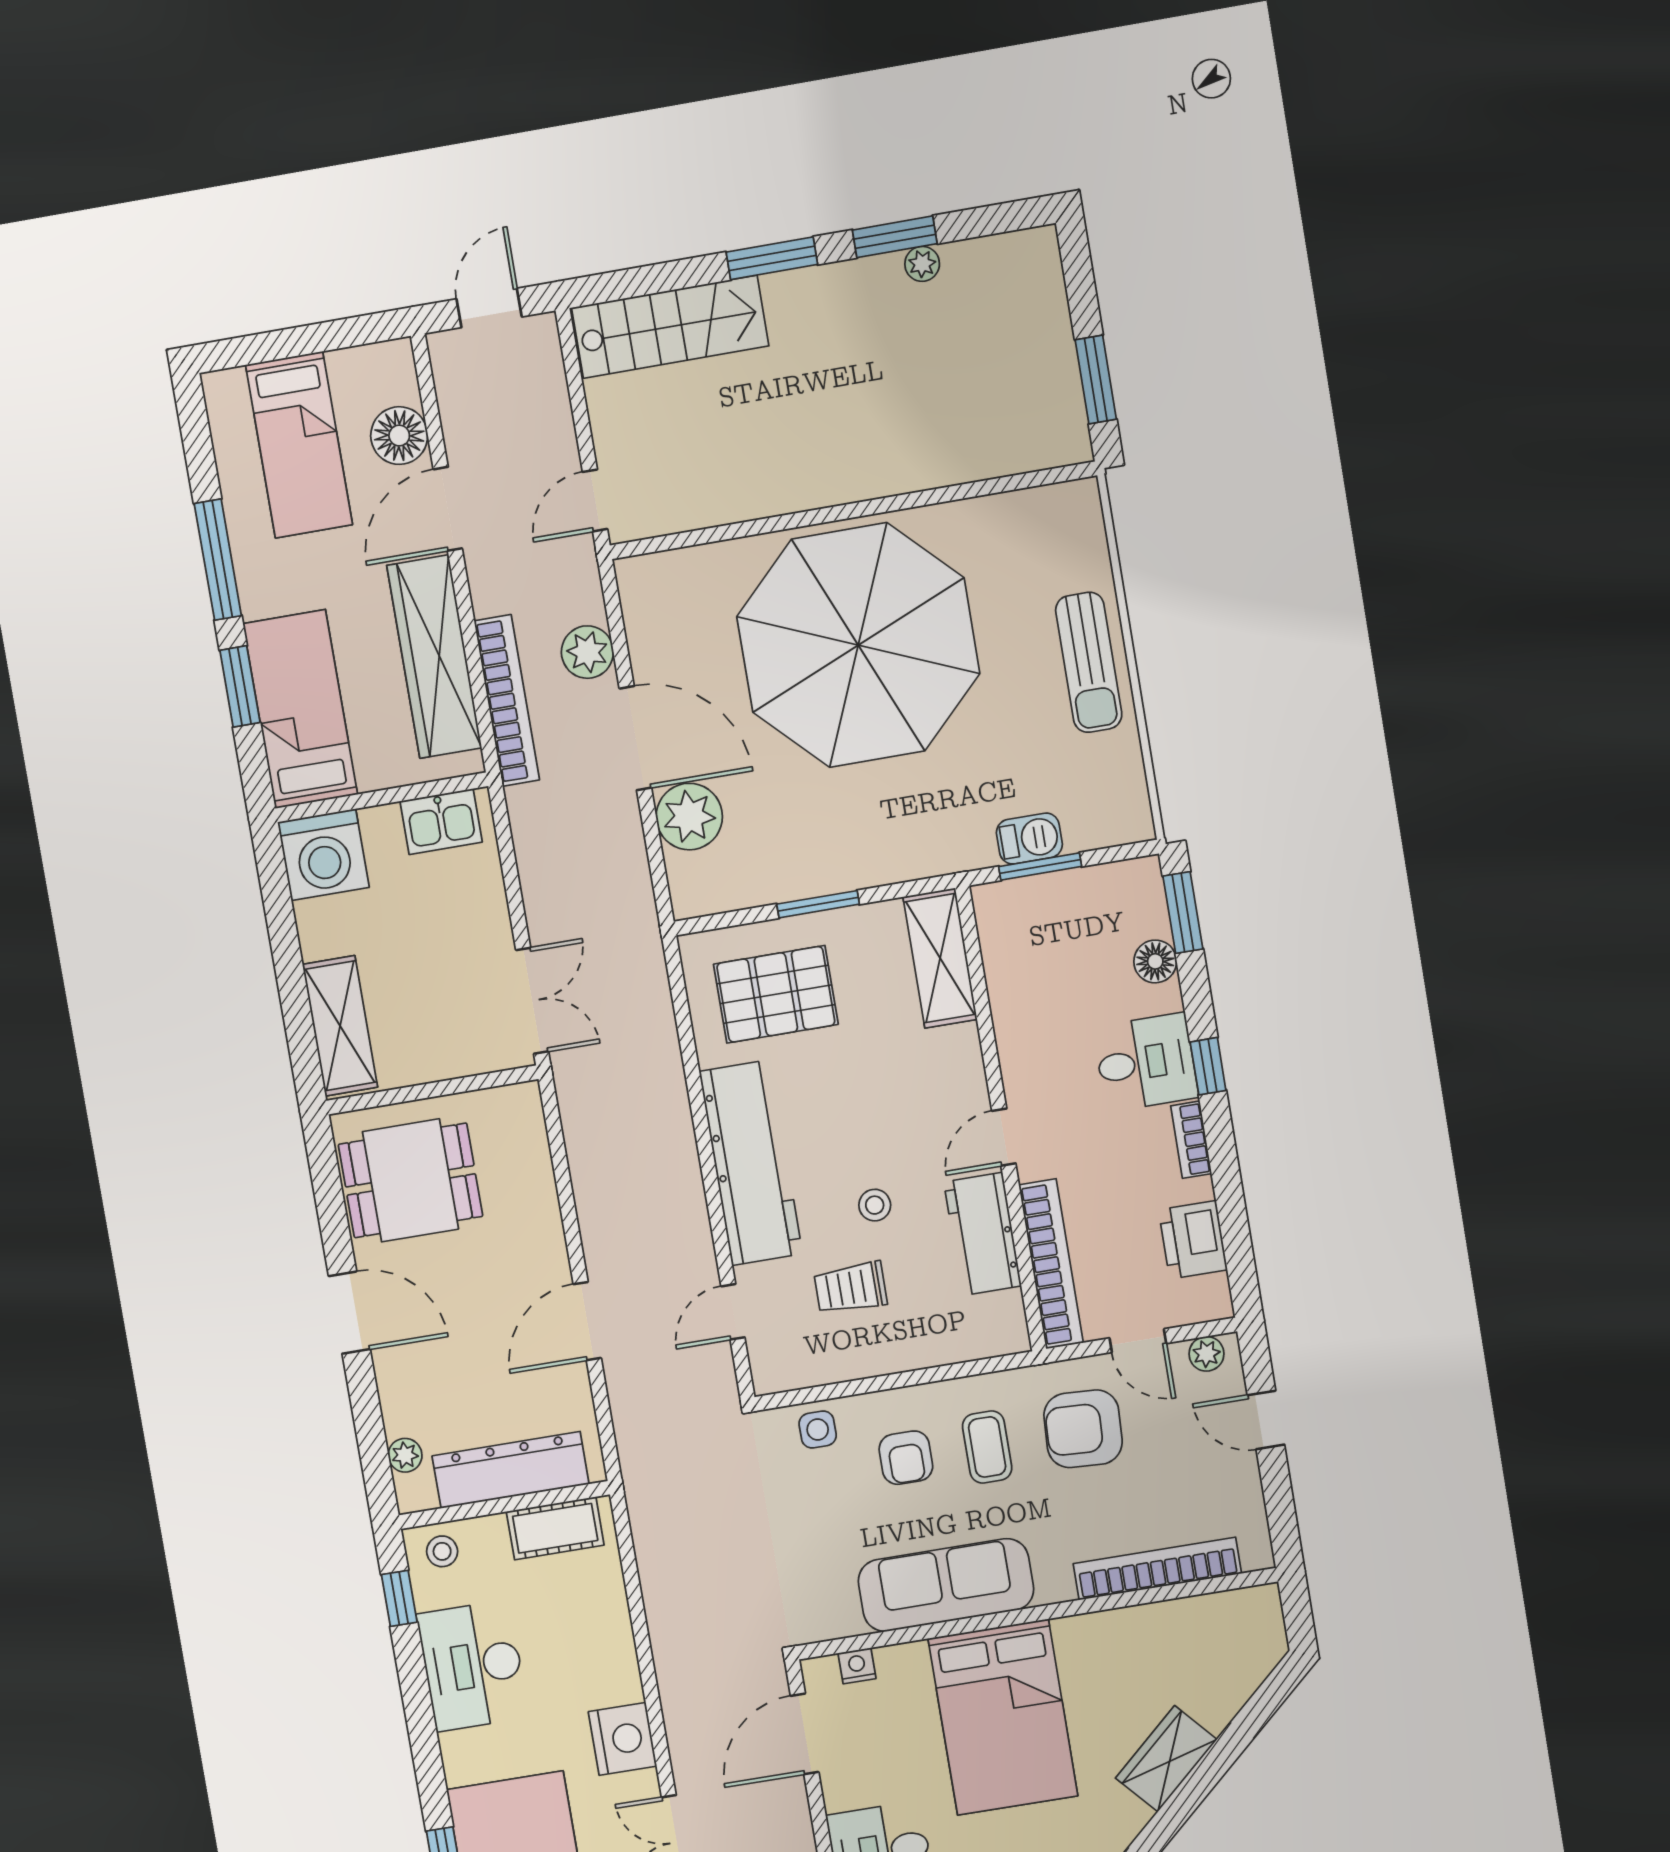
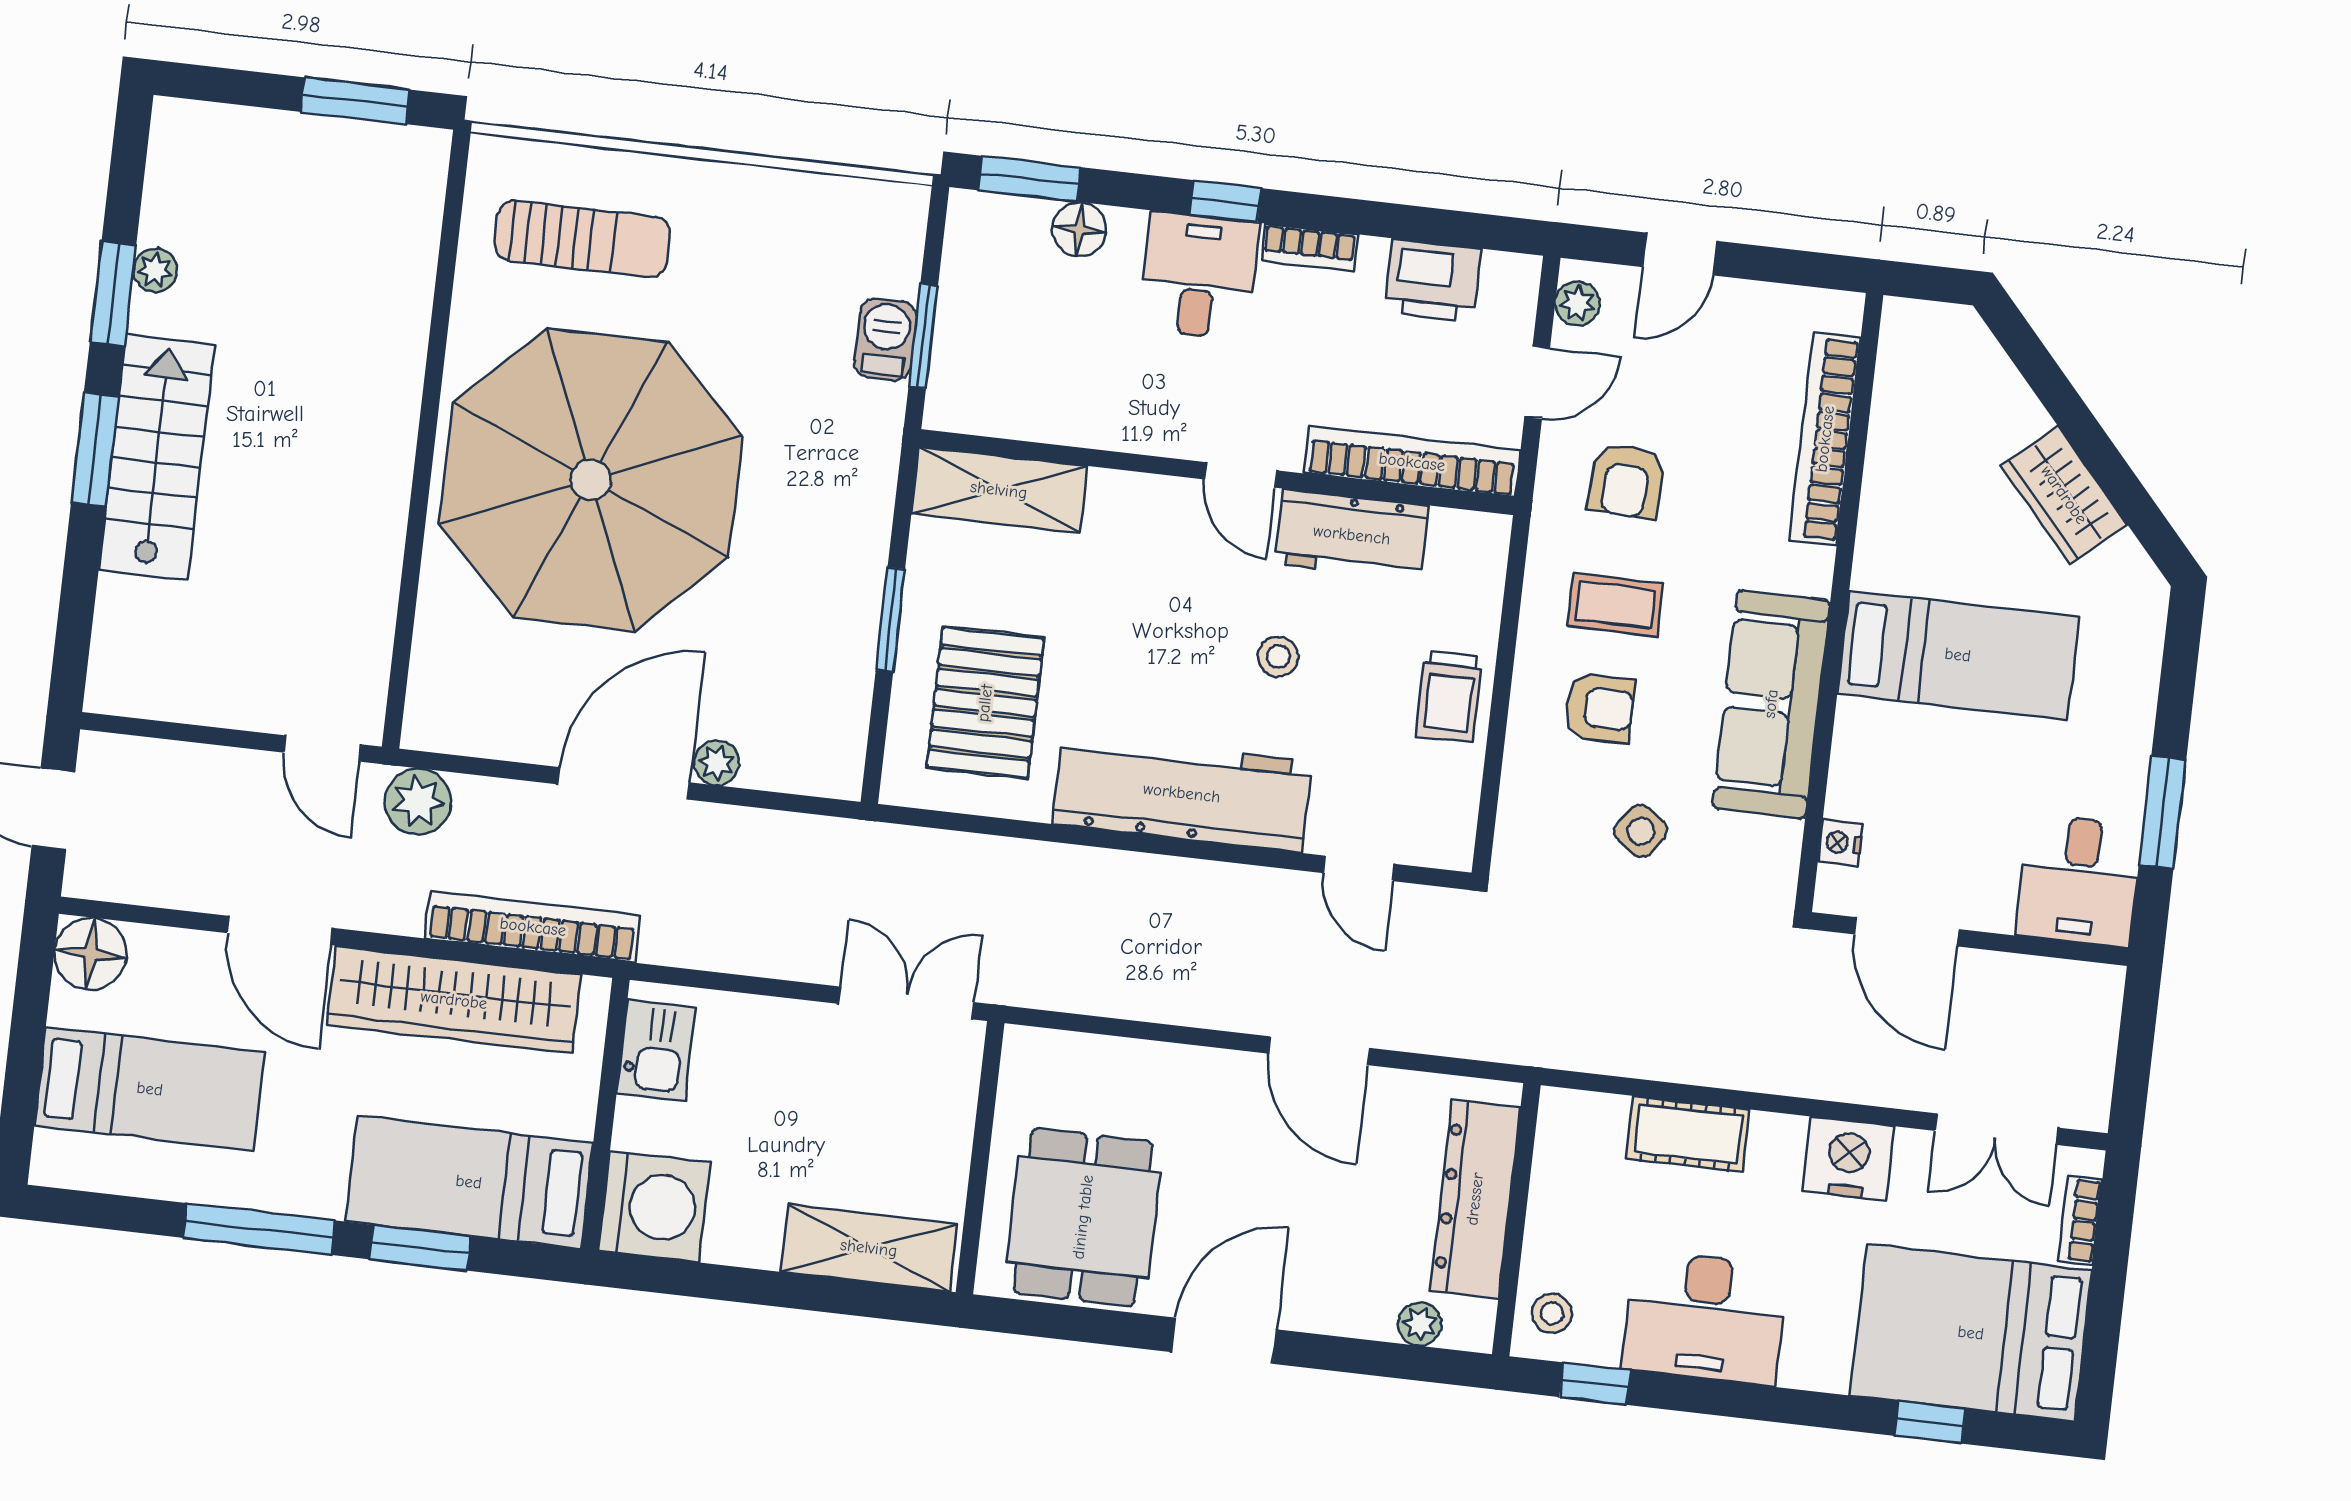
stairs: (670, 327) -> (157, 457), moved
floor lamp: (399, 436) -> (90, 954), moved
plant: (587, 652) -> (418, 802), moved
sun lounger: (1089, 662) -> (582, 239), moved
plant: (689, 817) -> (716, 763), width x0.53, depth x0.53
trolley: (851, 1288) -> (1449, 697), moved
side table: (818, 1429) -> (1641, 831), moved, turned 37
armchair: (1083, 1429) -> (1626, 481), width x0.72, depth x0.72
cot: (555, 1528) -> (1688, 1134), moved, turned 90
bed: (1003, 1717) -> (1958, 655), width x0.67

